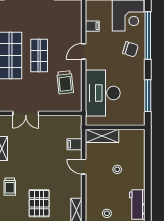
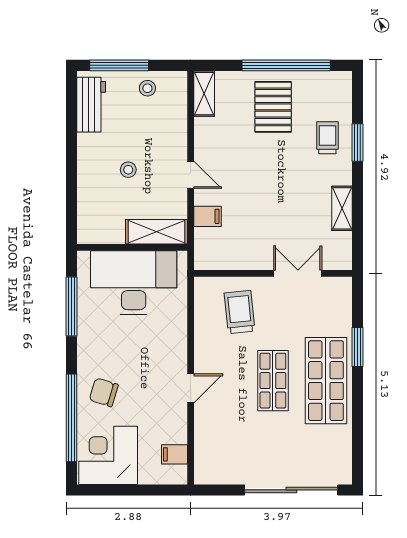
filing cabinet: (92, 26) -> (174, 454), moved
trolley: (65, 82) -> (240, 312), moved
desk: (103, 93) -> (134, 283), moved, turned -90

